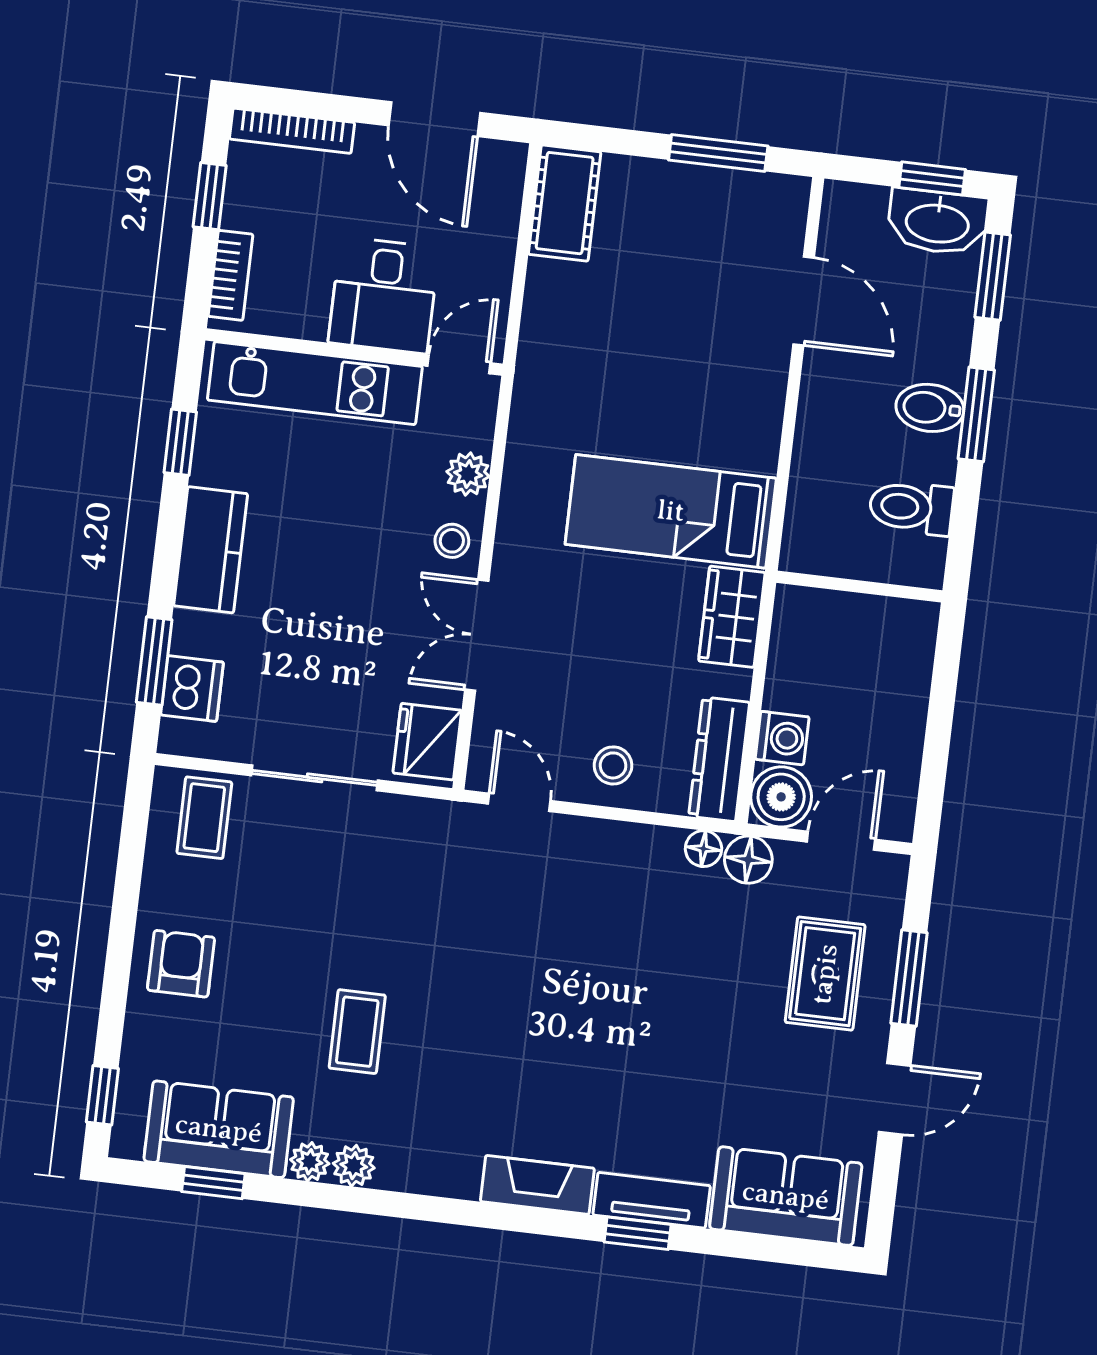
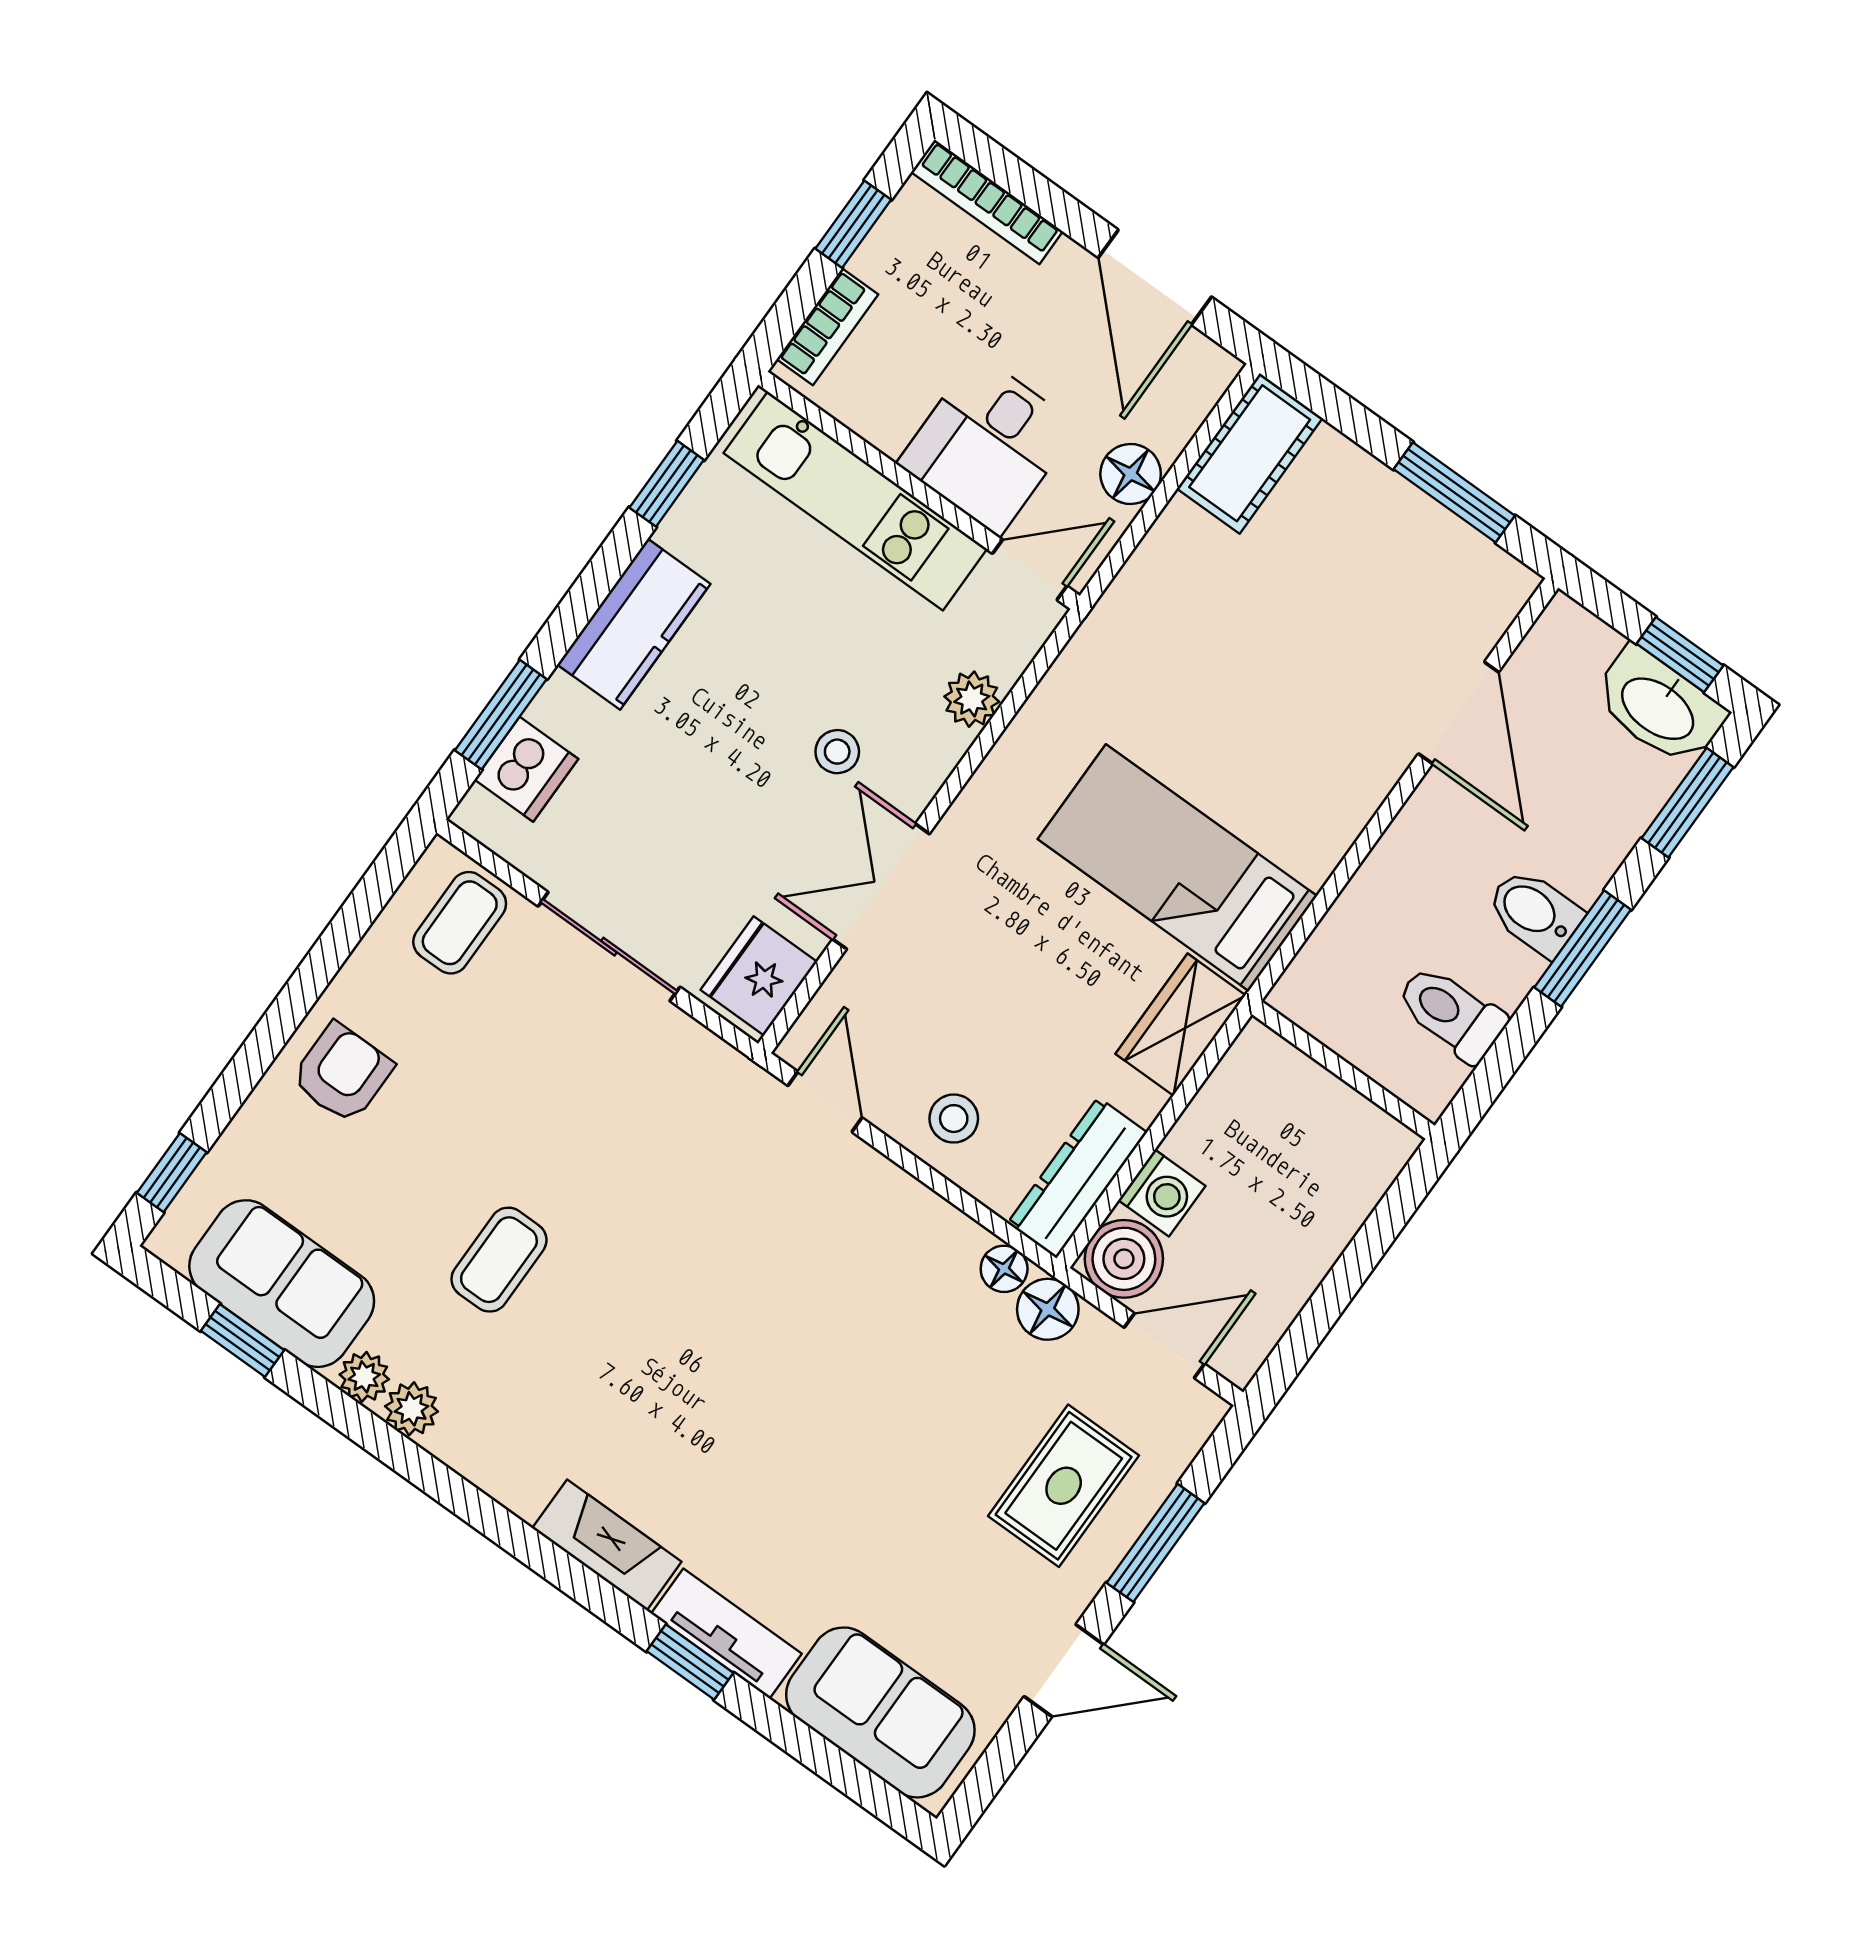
floor lamp: (492, 262) -> (1131, 474), added
stool: (452, 541) -> (837, 752), moved

